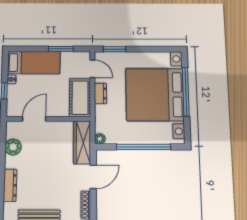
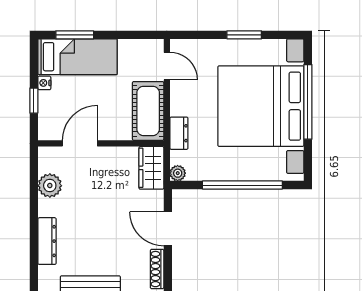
window: (61, 49) -> (75, 35), moved
window: (115, 49) -> (244, 35), moved
dresser: (100, 94) -> (179, 133), moved
wardrobe: (82, 142) -> (151, 168), width x0.67
door: (93, 177) -> (168, 229), swing flipped

